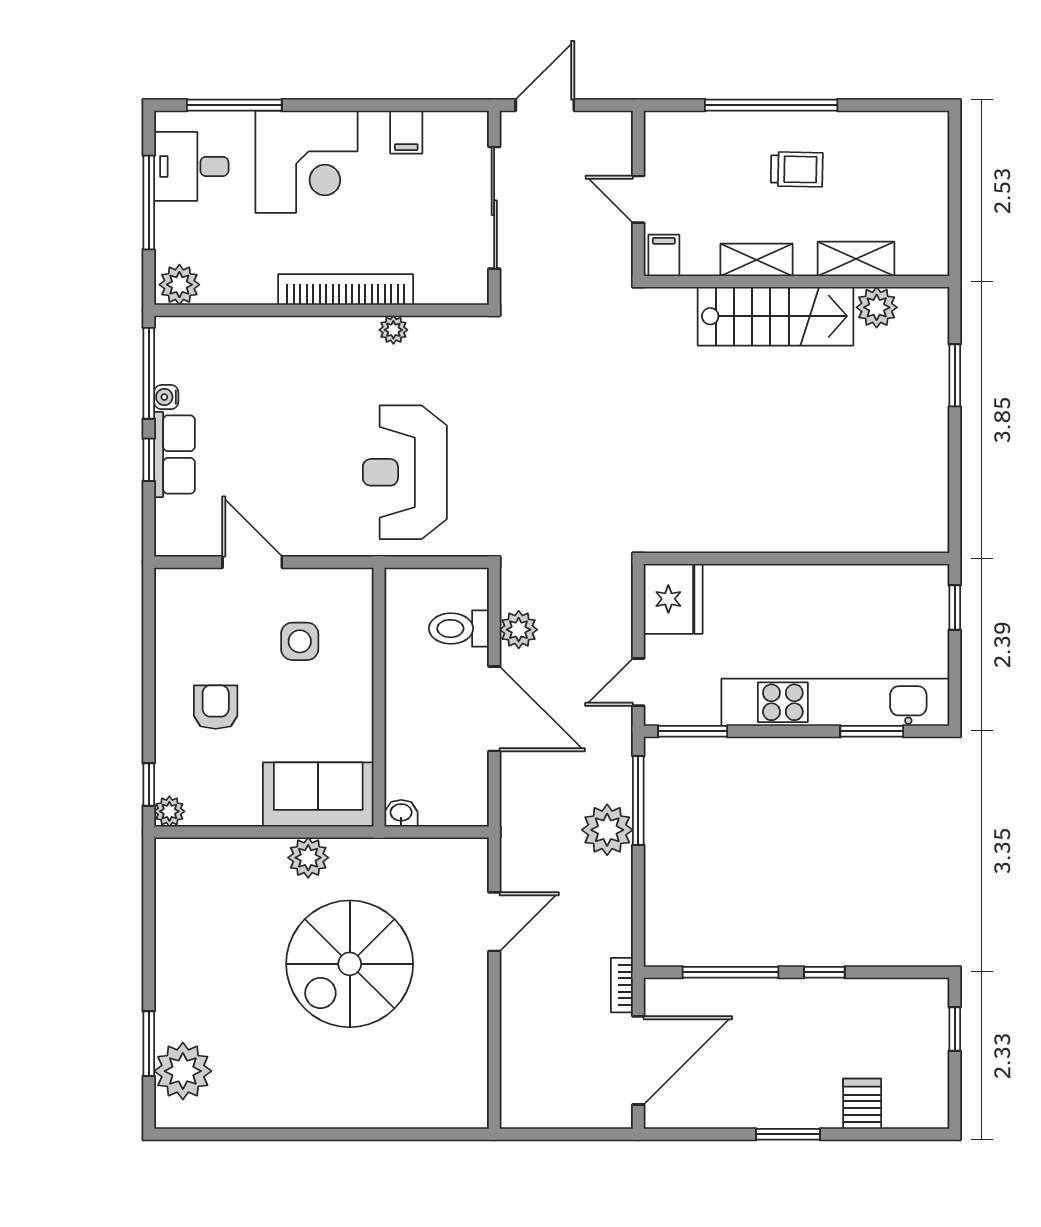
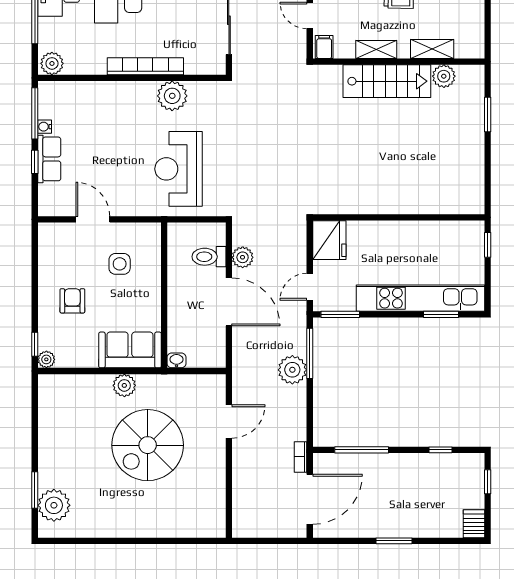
plant: (393, 330) -> (172, 96), width x1.88, depth x1.88
window: (824, 972) -> (441, 450), moved
server rack: (862, 1104) -> (474, 524), moved

